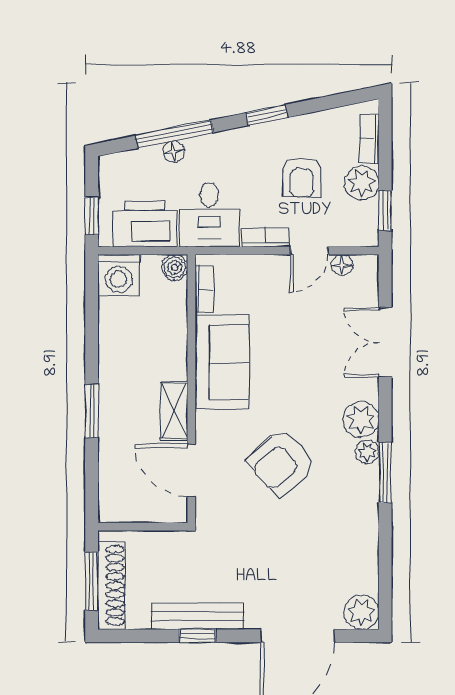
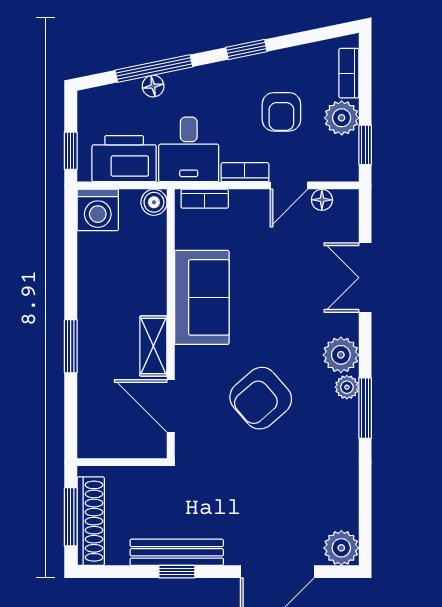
bookcase: (205, 289) -> (205, 199), moved, turned 90

